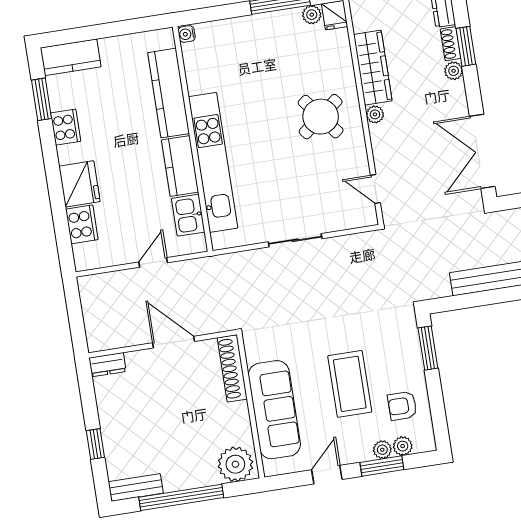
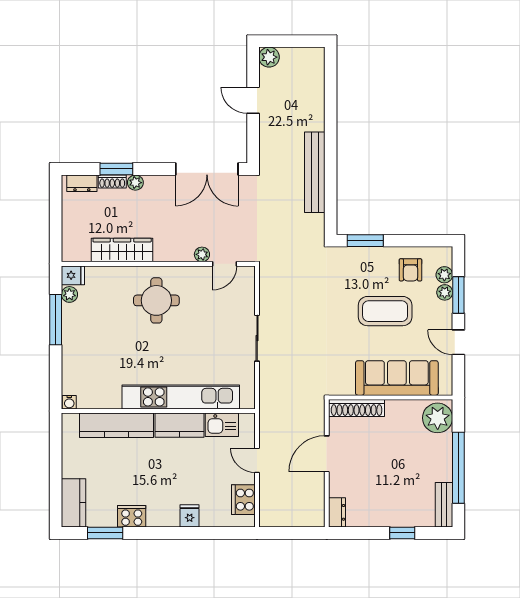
plant: (375, 114) -> (202, 254), moved
round table: (321, 117) -> (156, 300), turned 38
fridge: (79, 184) -> (190, 516), width x0.53, depth x0.75
cooker: (82, 224) -> (243, 500), moved, turned -90

